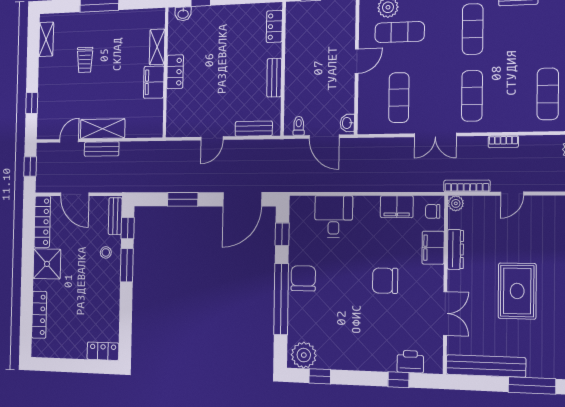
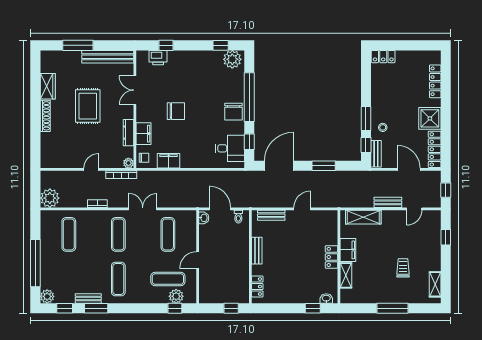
shelving: (103, 129) -> (363, 217), moved
desk: (334, 217) -> (230, 148), moved, turned -90

